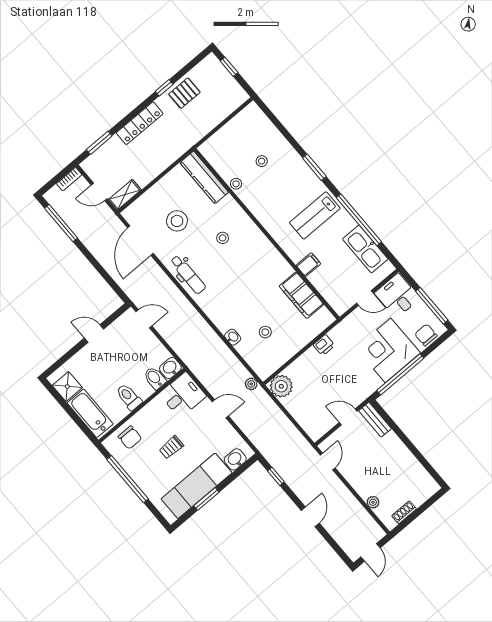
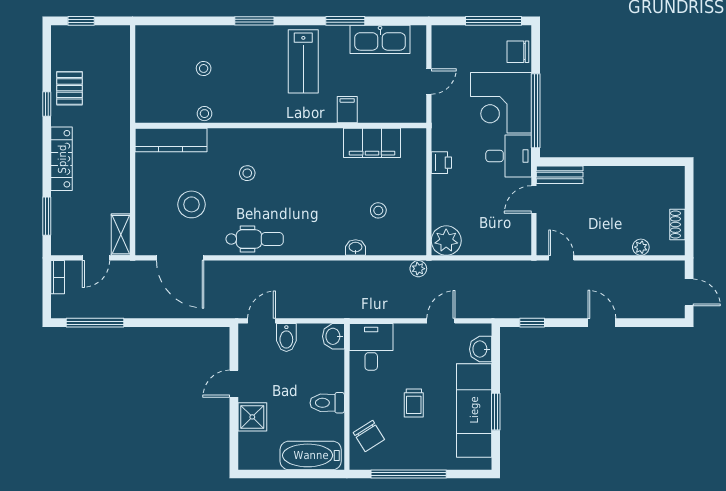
window: (359, 220) -> (345, 21), width x0.47
desk: (397, 296) -> (509, 156), moved, turned 180
bidet: (155, 378) -> (286, 338), moved, turned -90
shower: (67, 386) -> (252, 417), moved
door: (220, 409) -> (441, 321), moved
chair: (130, 438) -> (369, 436), turned 58

